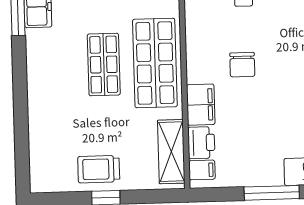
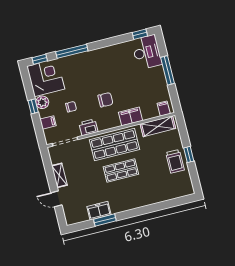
printer: (201, 143) -> (88, 127), moved

